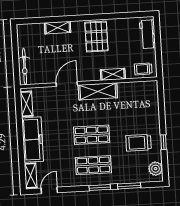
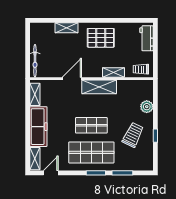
pallet: (96, 37) -> (101, 38), turned 90
trolley: (139, 143) -> (133, 135), turned 116
shop shelf: (93, 165) -> (91, 152), width x1.43, depth x1.36
plant: (156, 169) -> (147, 107), moved

